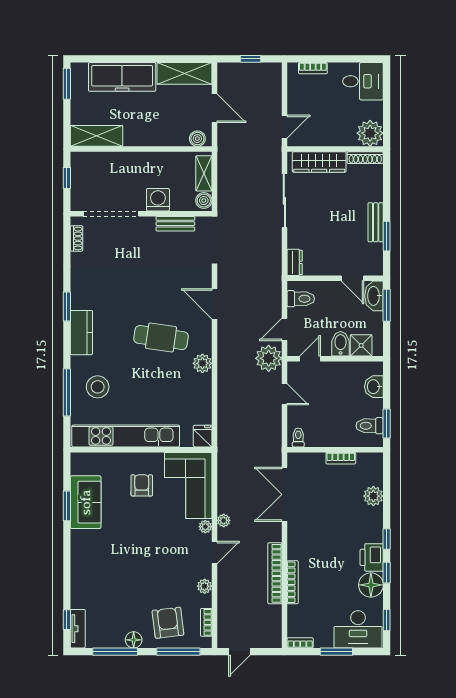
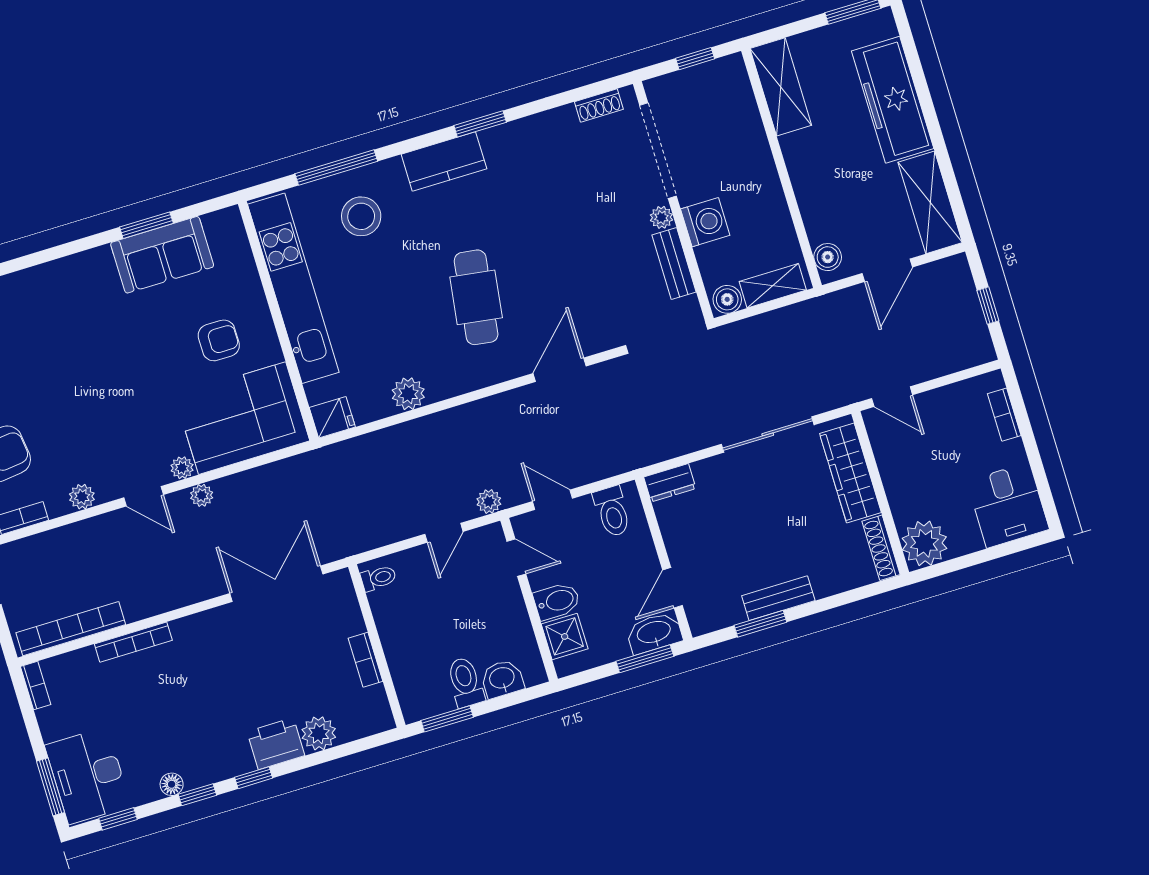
plant: (148, 223) -> (661, 217), added
plant: (269, 358) -> (489, 501), width x0.53, depth x0.53
plant: (202, 363) -> (408, 394), moved
toilet: (370, 426) -> (465, 682), moved
printer: (372, 557) -> (276, 744), moved
bookcase: (275, 573) -> (71, 629), moved
floor lamp: (371, 585) -> (172, 784), width x0.53, depth x0.53
window: (336, 652) -> (50, 787), moved

